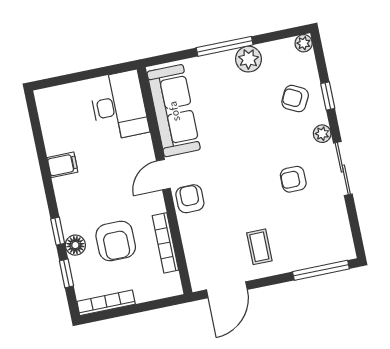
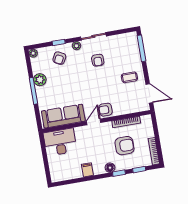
door: (163, 175) -> (94, 122), swing flipped
floor lamp: (75, 245) -> (110, 168), moved

